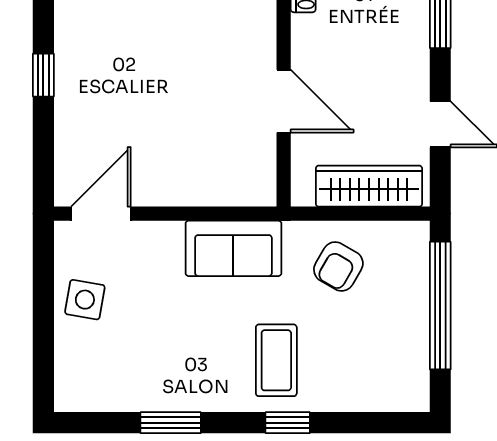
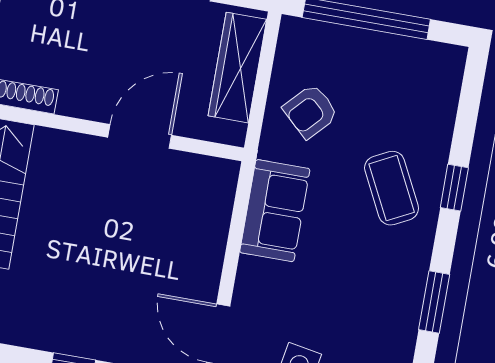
armchair: (338, 266) -> (311, 111), turned 103
coffee table: (276, 360) -> (392, 188), turned 63

